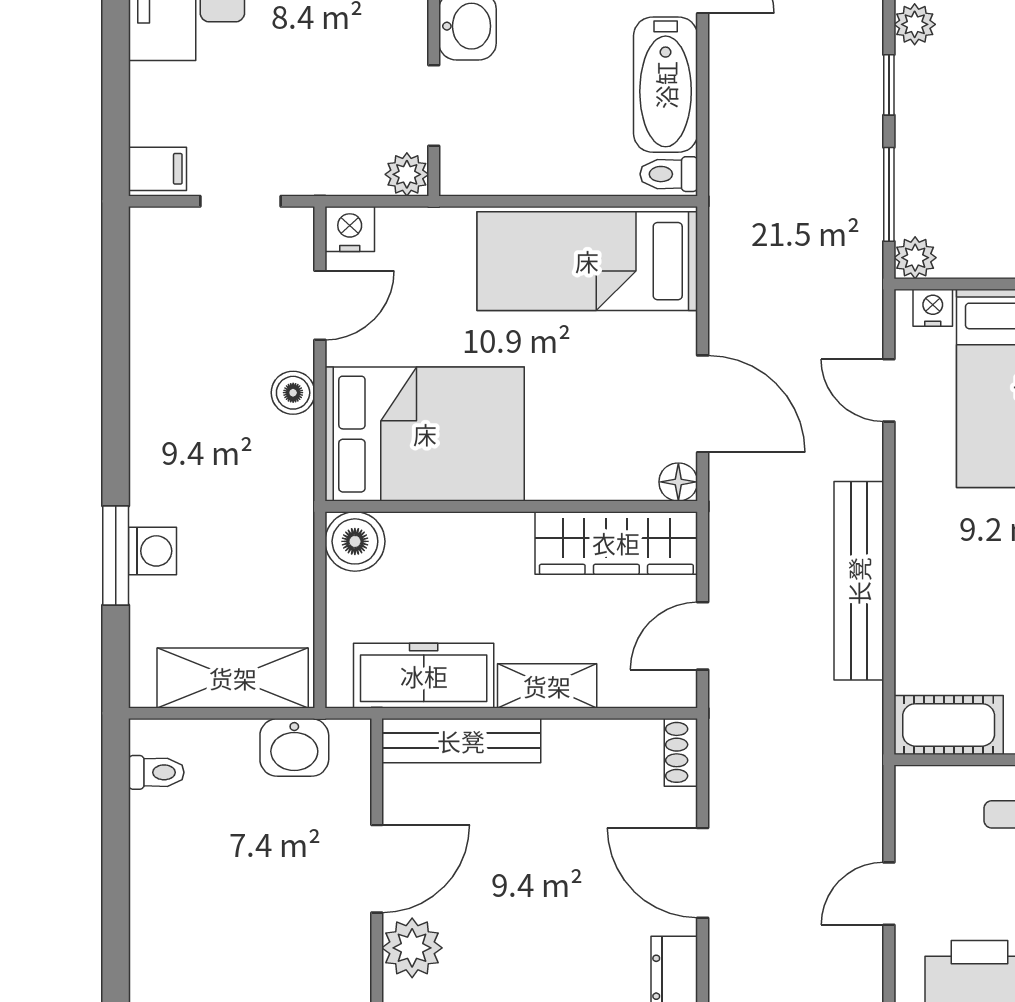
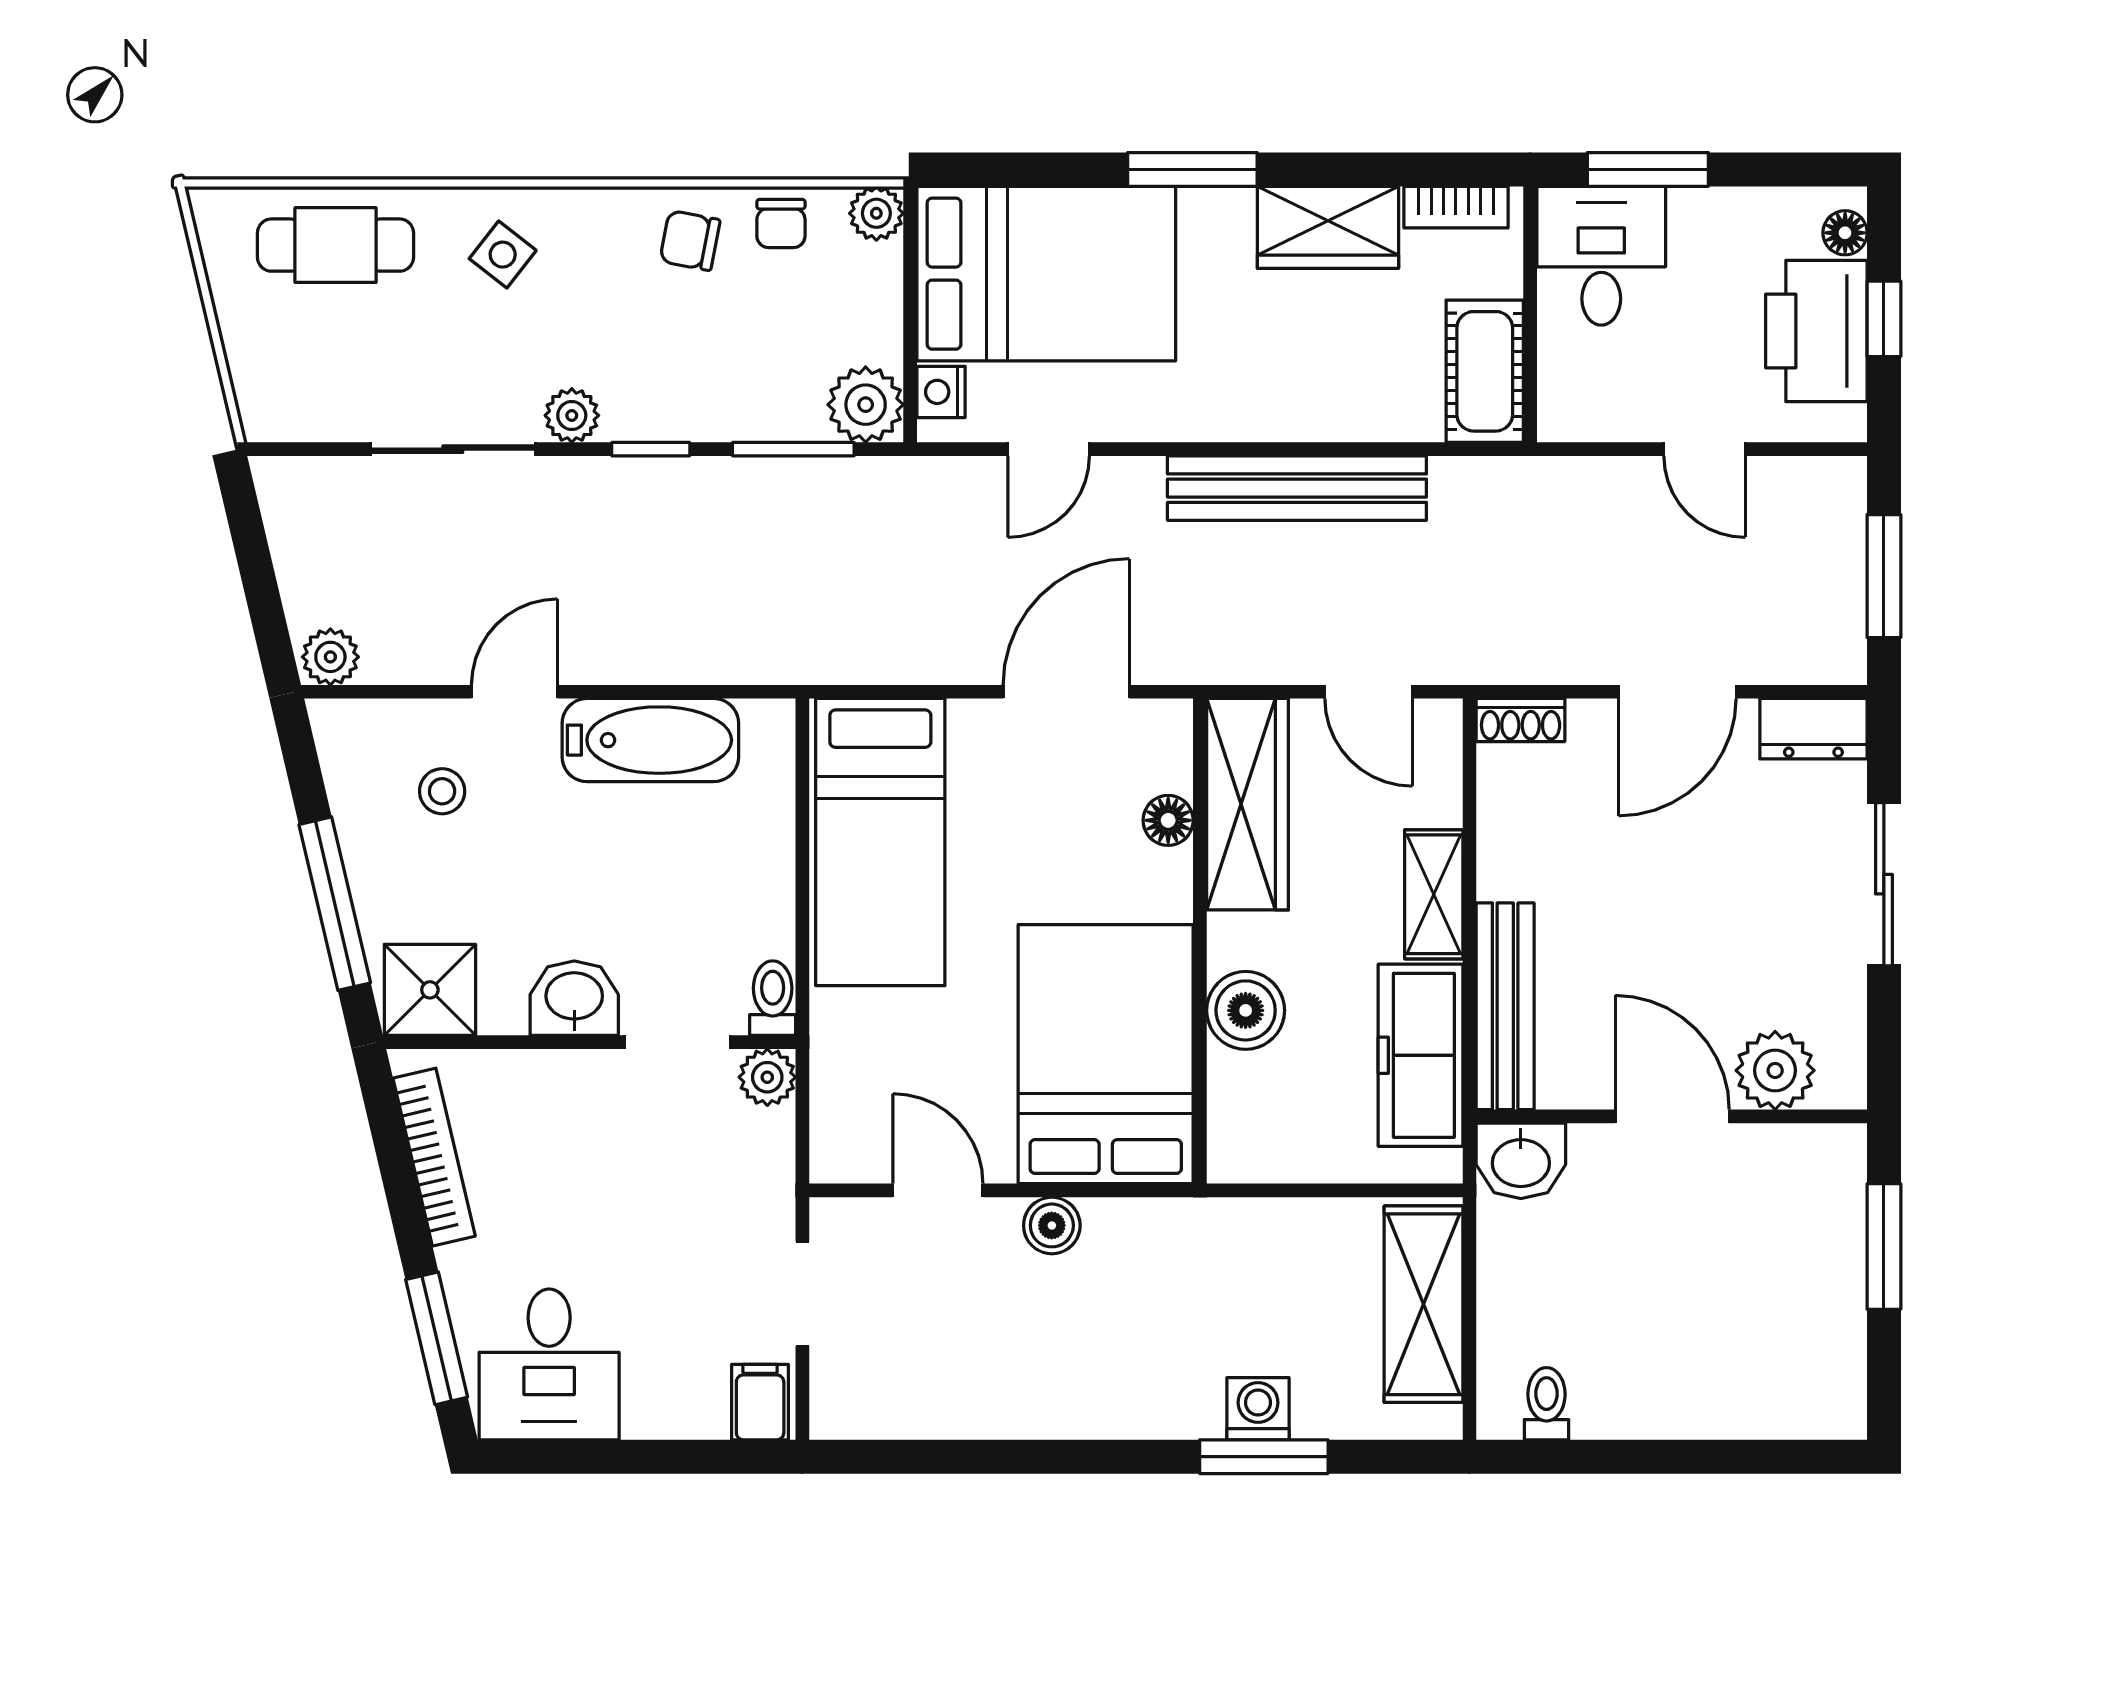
toilet: (669, 174) -> (773, 998), moved, turned 180
nightstand: (350, 229) -> (839, 1152), removed
plant: (915, 258) -> (866, 405), width x1.38, depth x1.38
floor lamp: (678, 482) -> (1168, 820), moved
boiler: (355, 541) -> (1246, 1010), moved
washbasin: (294, 747) -> (1521, 1161), moved, turned 90

